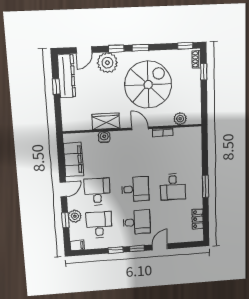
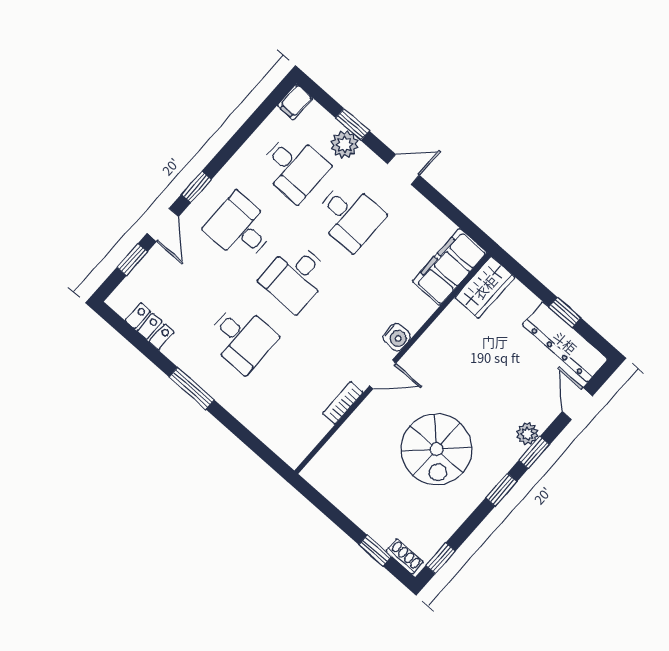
plant: (107, 63) -> (527, 434), width x0.53, depth x0.53
spiral stairs: (148, 85) -> (436, 449), width x0.73, depth x0.73
plant: (180, 119) -> (338, 449), removed
wardrobe: (106, 121) -> (485, 287), moved
water cooler: (104, 137) -> (397, 337), moved
filing cabinet: (73, 160) -> (450, 267), moved, turned 90
desk: (173, 187) -> (242, 338), turned 180
door: (63, 189) -> (403, 170), swing flipped
desk: (137, 222) -> (240, 228), turned 90
window: (116, 250) -> (132, 259), moved

